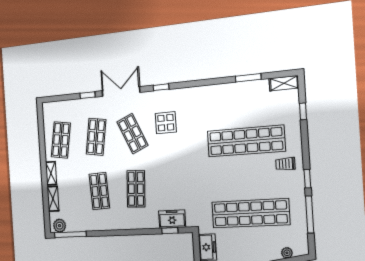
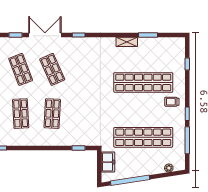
shelving: (284, 83) -> (127, 42), moved
display table: (166, 123) -> (81, 63), removed
shop shelf: (96, 137) -> (21, 69), turned -30
freezer: (172, 219) -> (81, 139), removed

